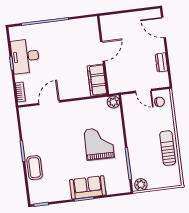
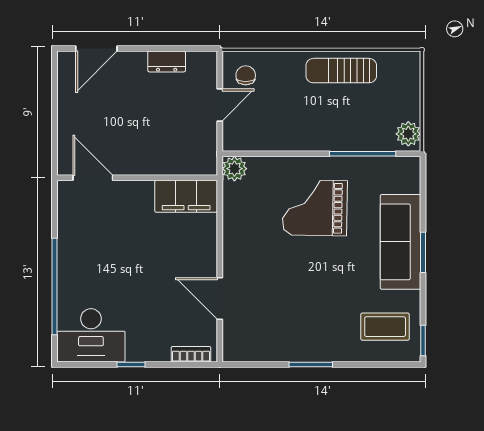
door: (102, 51) -> (93, 178), moved
desk: (25, 56) -> (91, 335), moved
coffee table: (35, 168) -> (385, 327), moved
sofa: (88, 187) -> (400, 242), width x1.36

